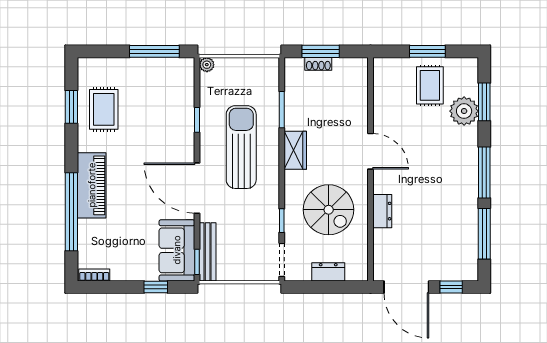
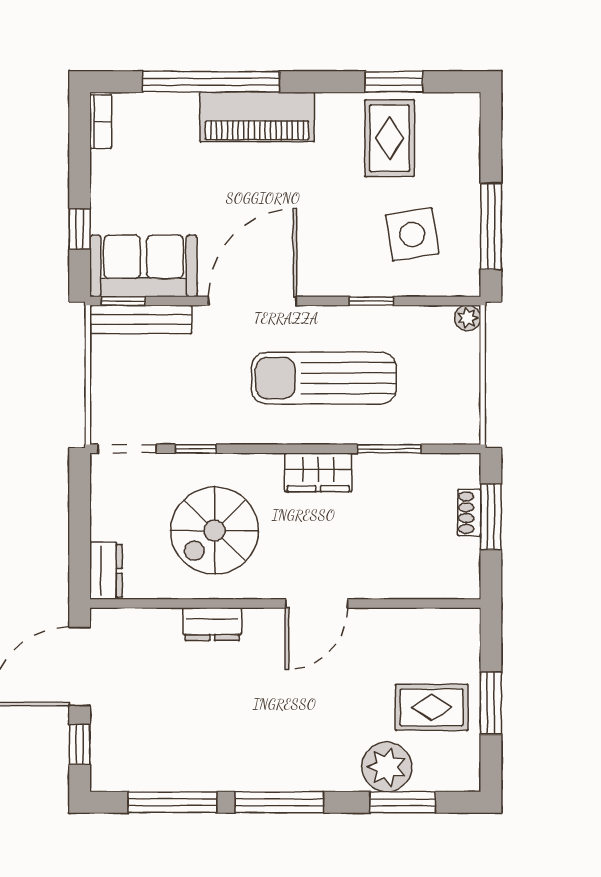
side table: (159, 96) -> (412, 234), added
rug: (104, 109) -> (390, 138), turned 90
sun lounger: (241, 147) -> (324, 378), turned 180
dresser: (328, 272) -> (106, 571), moved

